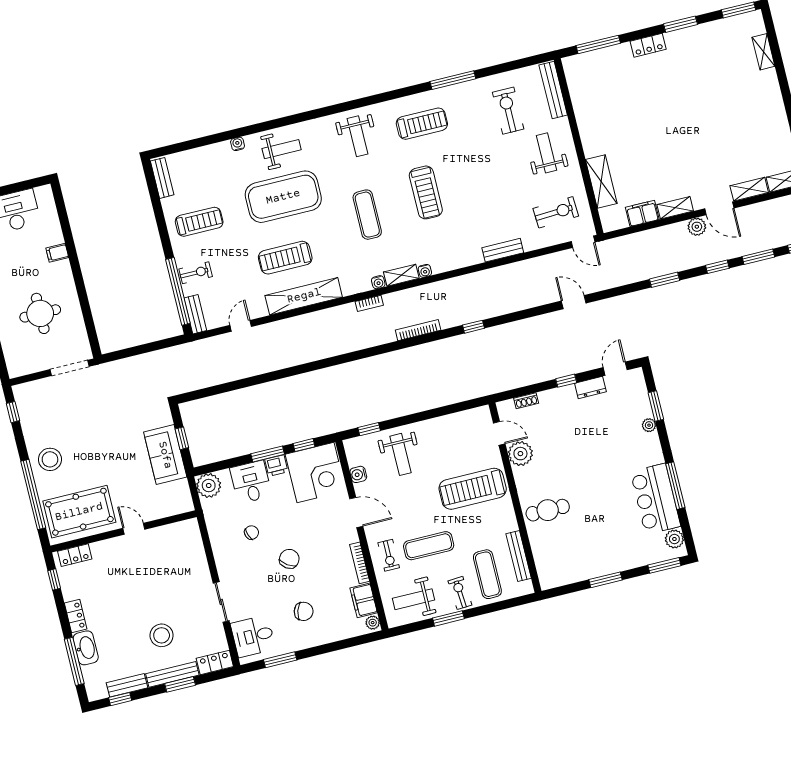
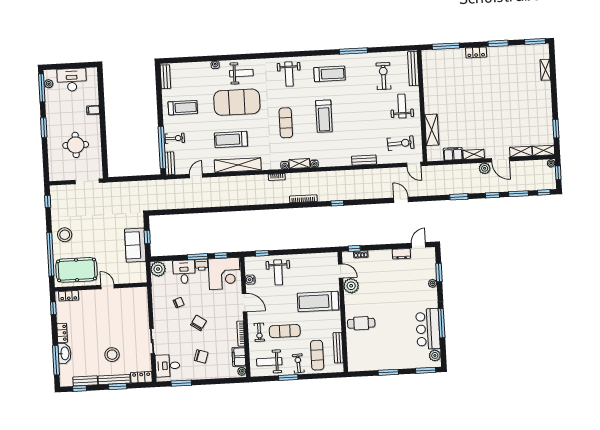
window: (566, 381) -> (354, 248), moved

